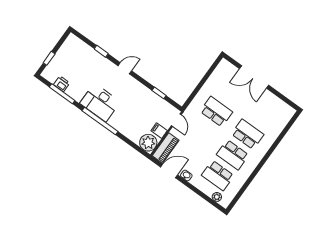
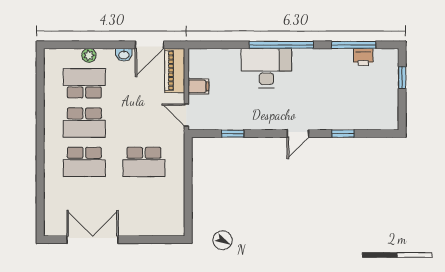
double door: (254, 77) -> (93, 240), moved
desk: (100, 103) -> (266, 68), moved
plant: (148, 143) -> (201, 61), removed
school desk: (233, 155) -> (84, 123), turned 180
plant: (217, 197) -> (89, 55), moved

